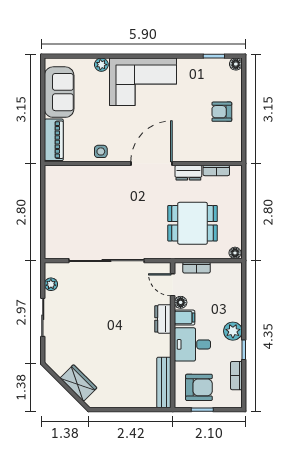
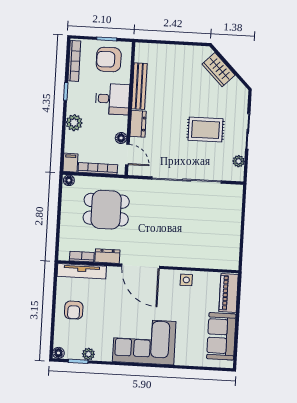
plant: (101, 65) -> (88, 354), moved
armchair: (222, 112) -> (74, 310), turned 90
tv unit: (215, 155) -> (82, 271), added
door: (151, 164) -> (141, 266), hinge flipped
bookcase: (197, 268) -> (98, 168), width x1.56
rug: (89, 317) -> (206, 130), added
filing cabinet: (185, 318) -> (70, 163), moved, turned 90
plant: (233, 331) -> (74, 123), moved
bookcase: (236, 376) -> (74, 61), width x1.56
bench: (164, 382) -> (139, 86), moved

